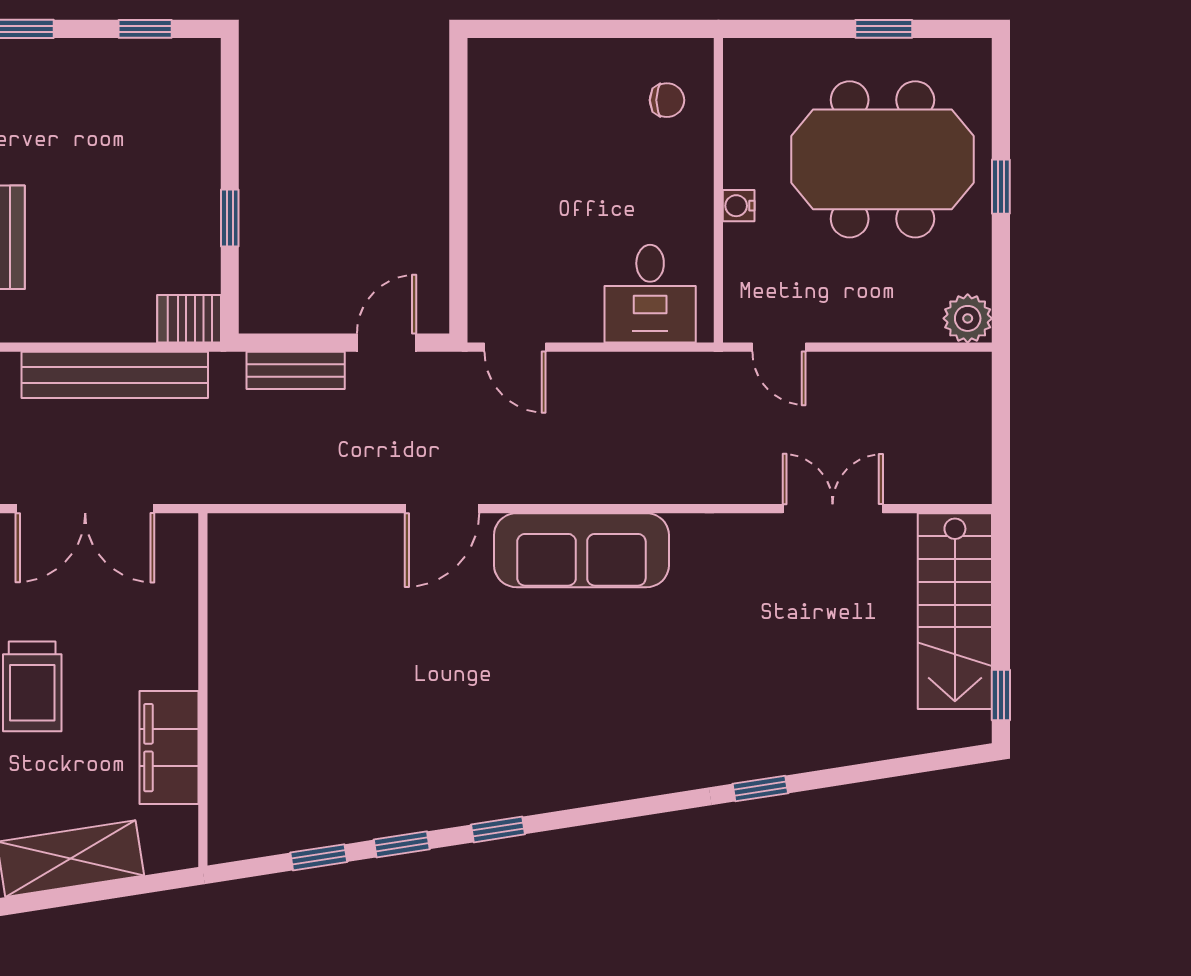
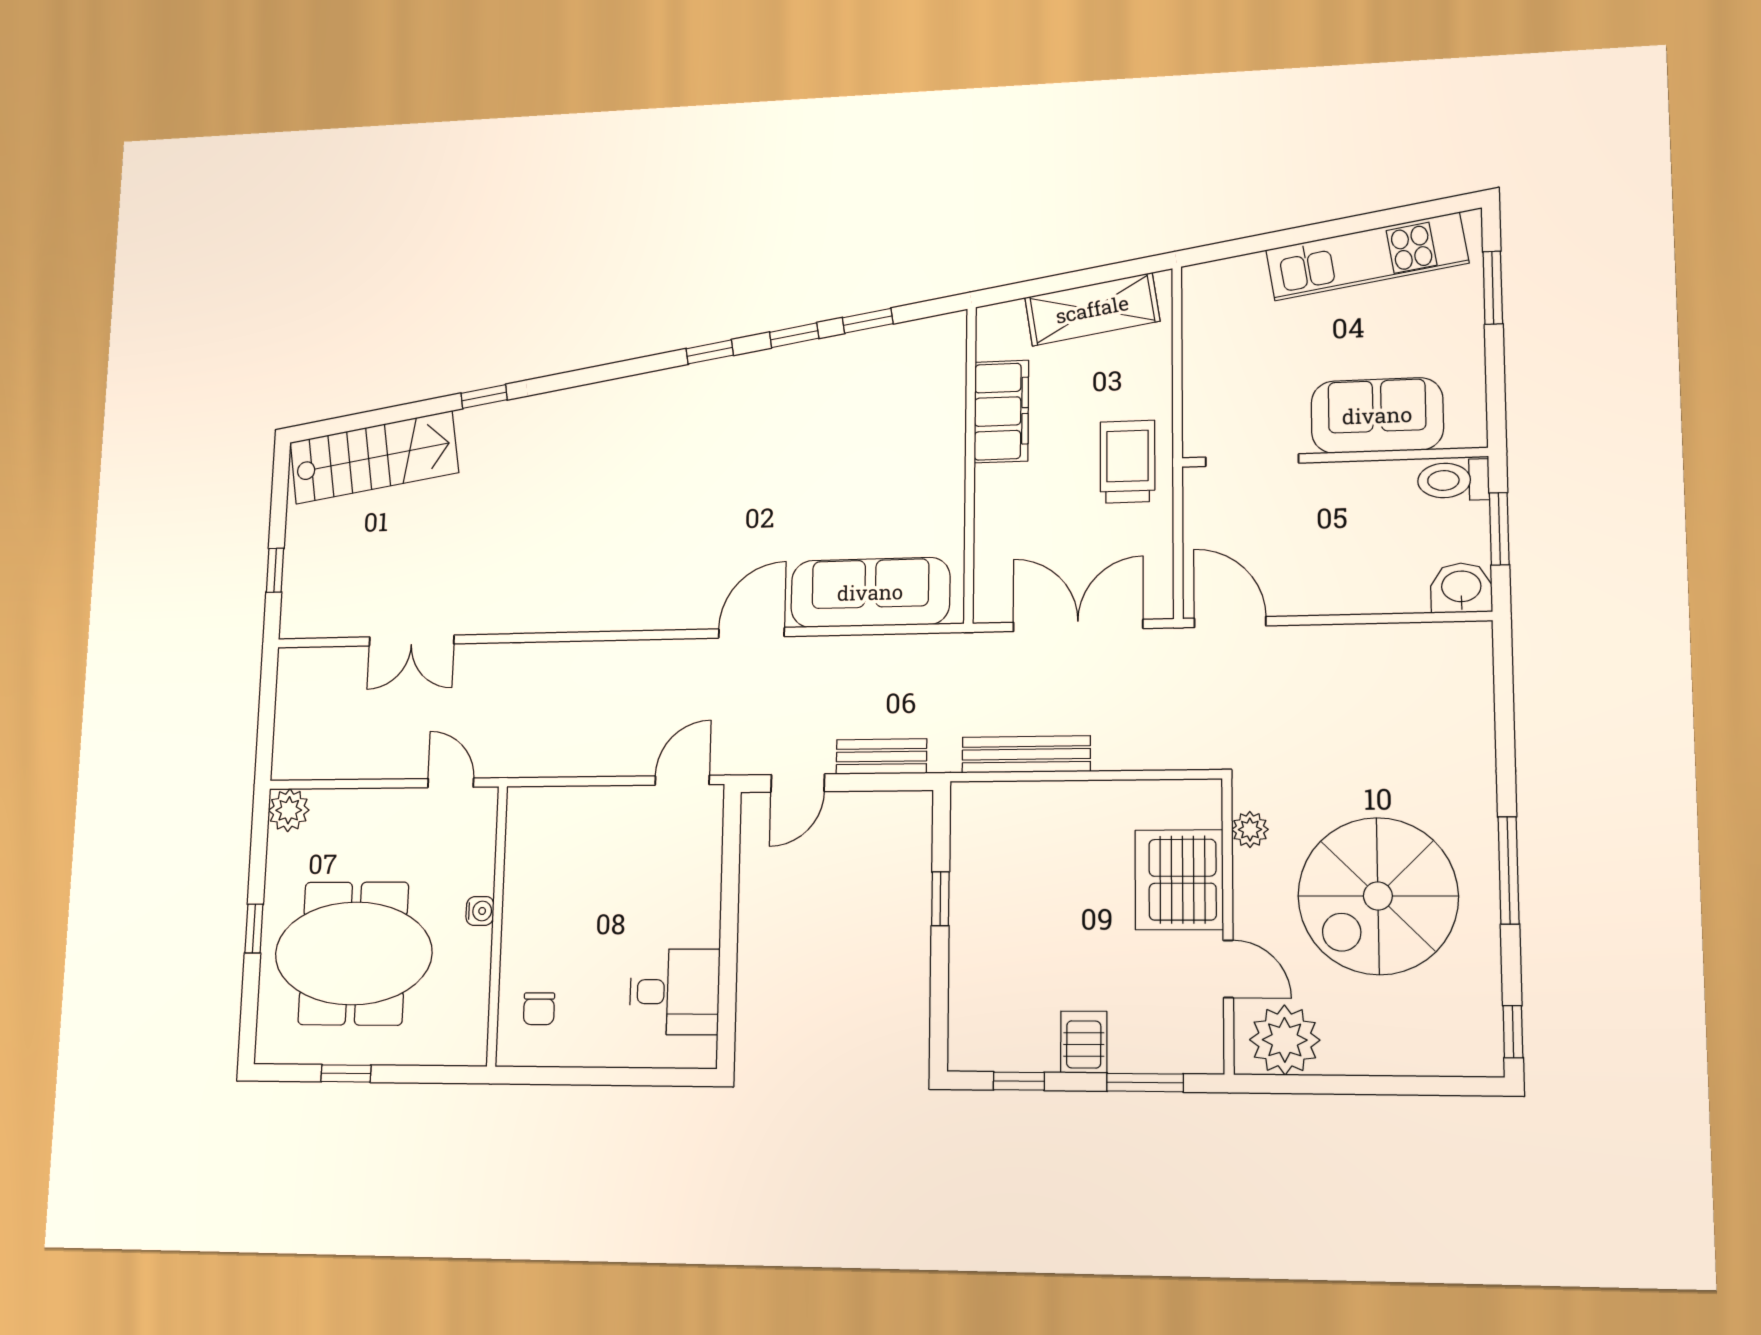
chair: (667, 100) -> (539, 1009), turned -90
desk: (650, 294) -> (675, 992), moved, turned 90
server rack: (189, 319) -> (1084, 1042), moved, turned -90
door: (515, 347) -> (682, 780), hinge flipped
bench: (115, 375) -> (1026, 754), width x0.73, depth x0.82
sofa: (581, 550) -> (870, 592), moved
stairs: (955, 611) -> (374, 457), moved, turned 81
window: (1001, 695) -> (275, 570), moved

